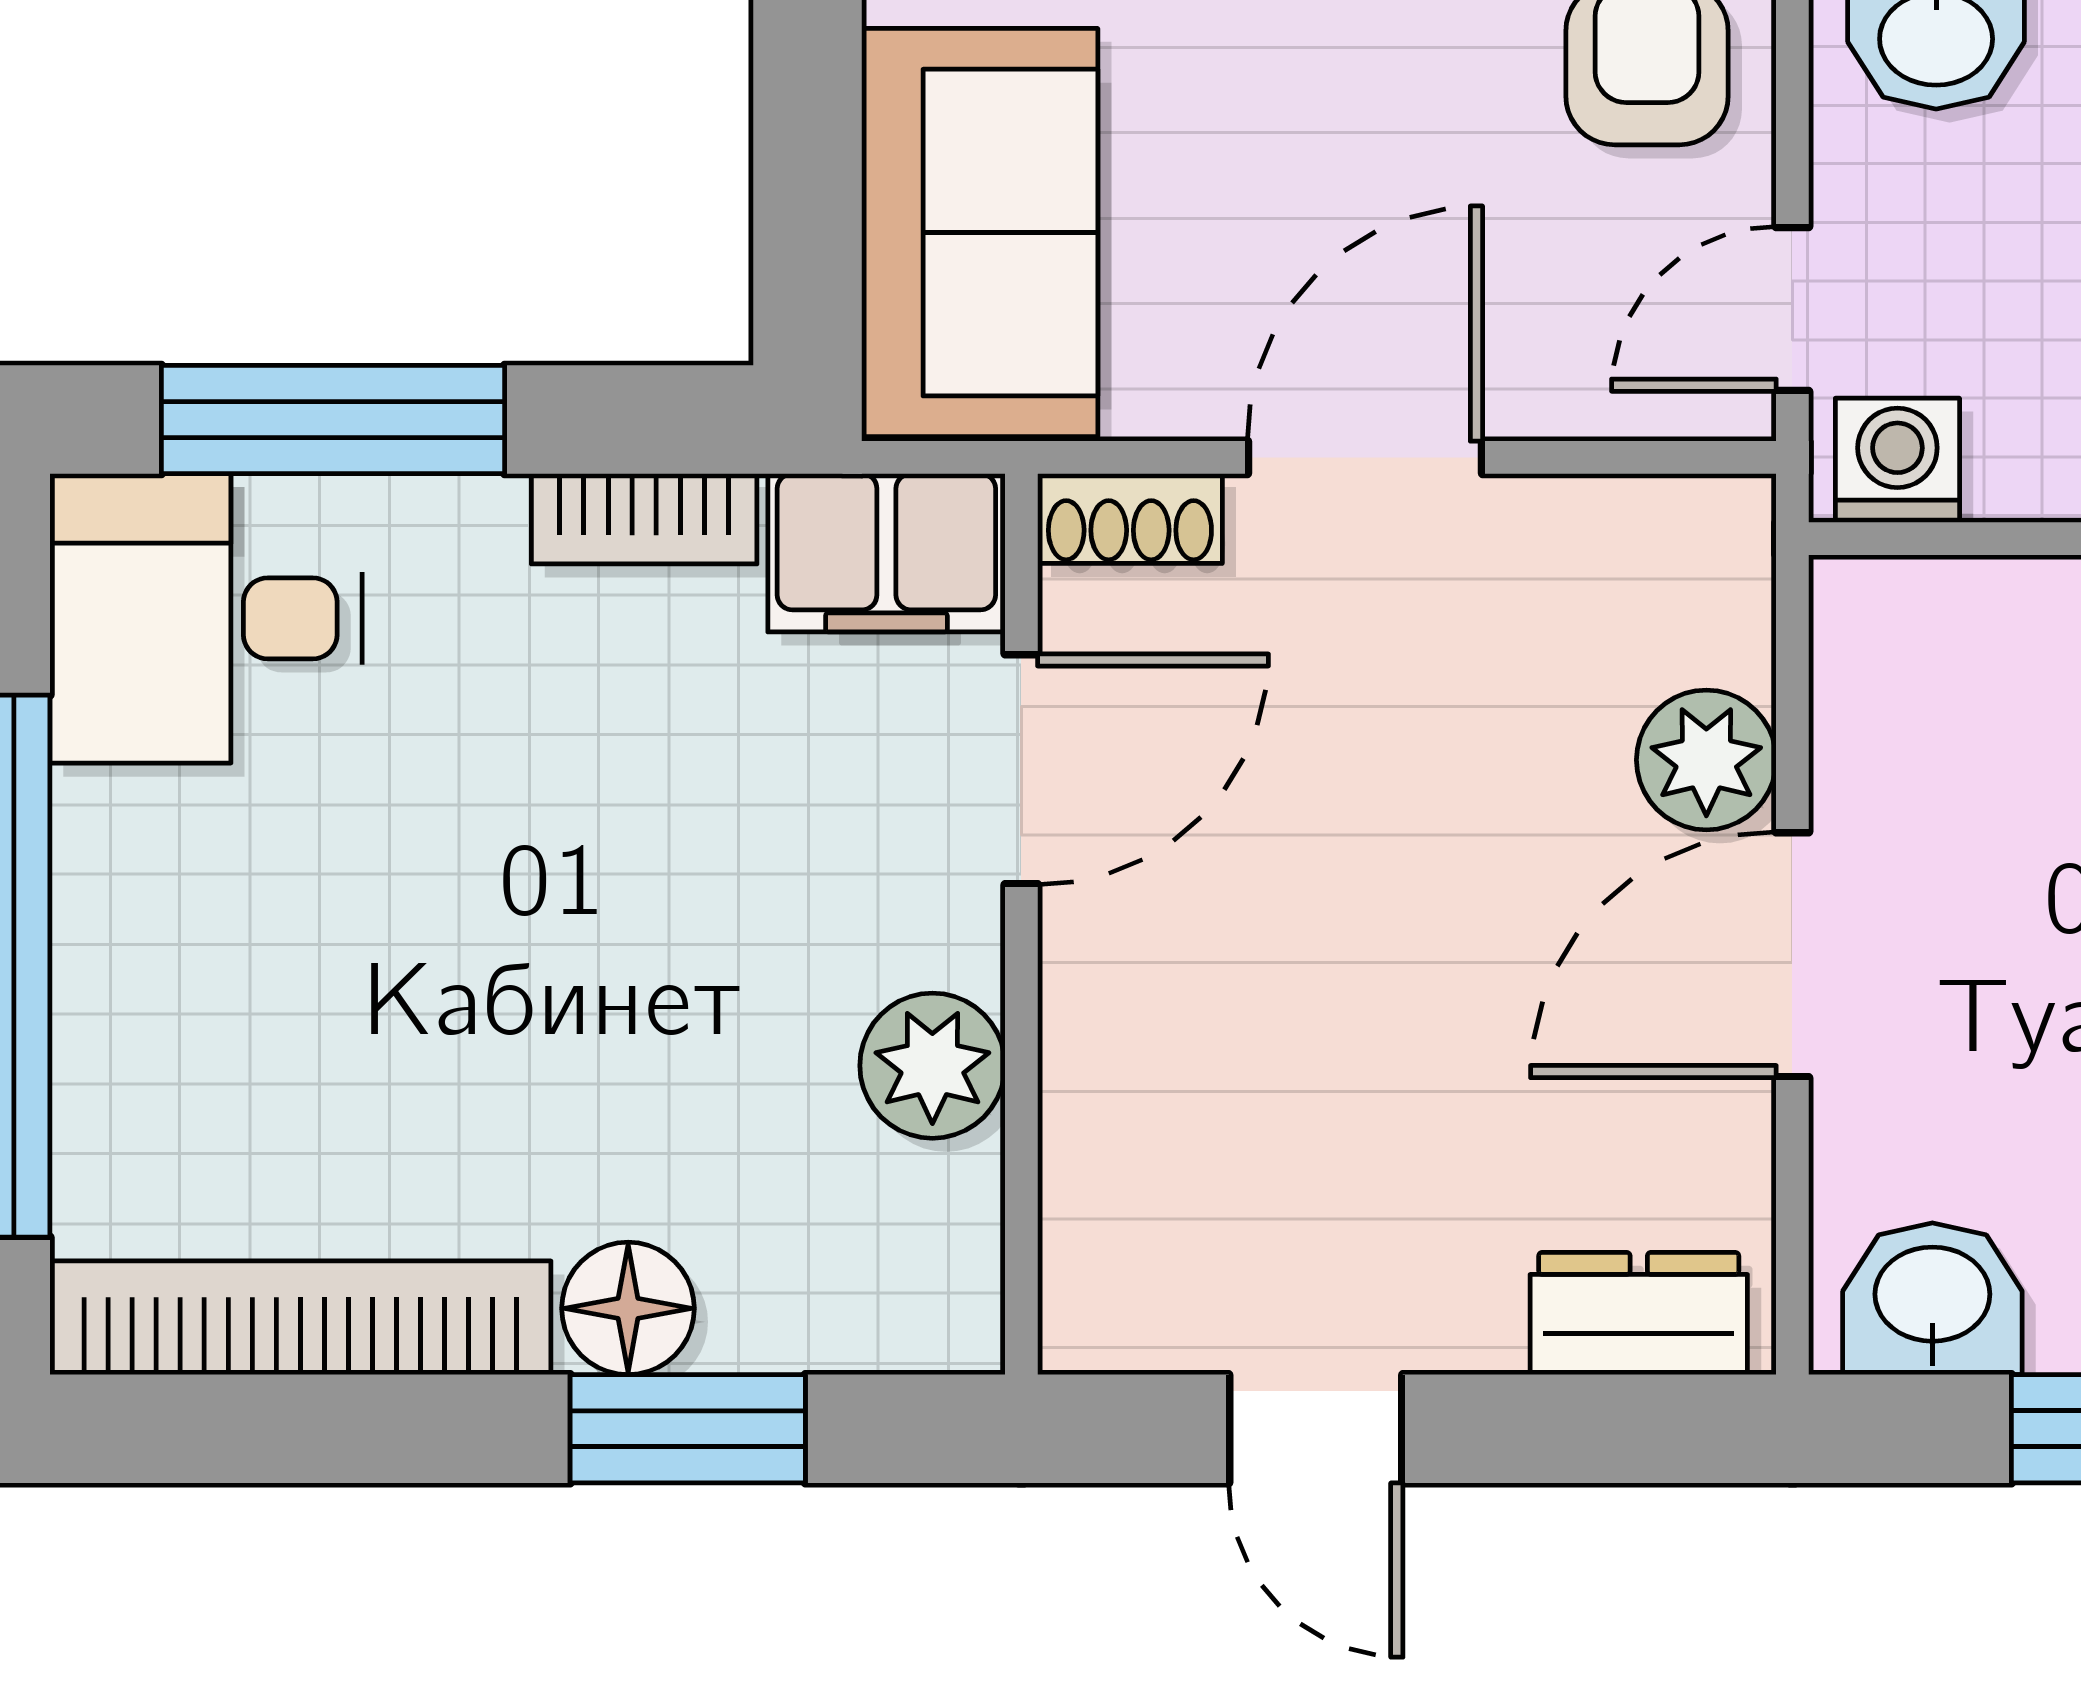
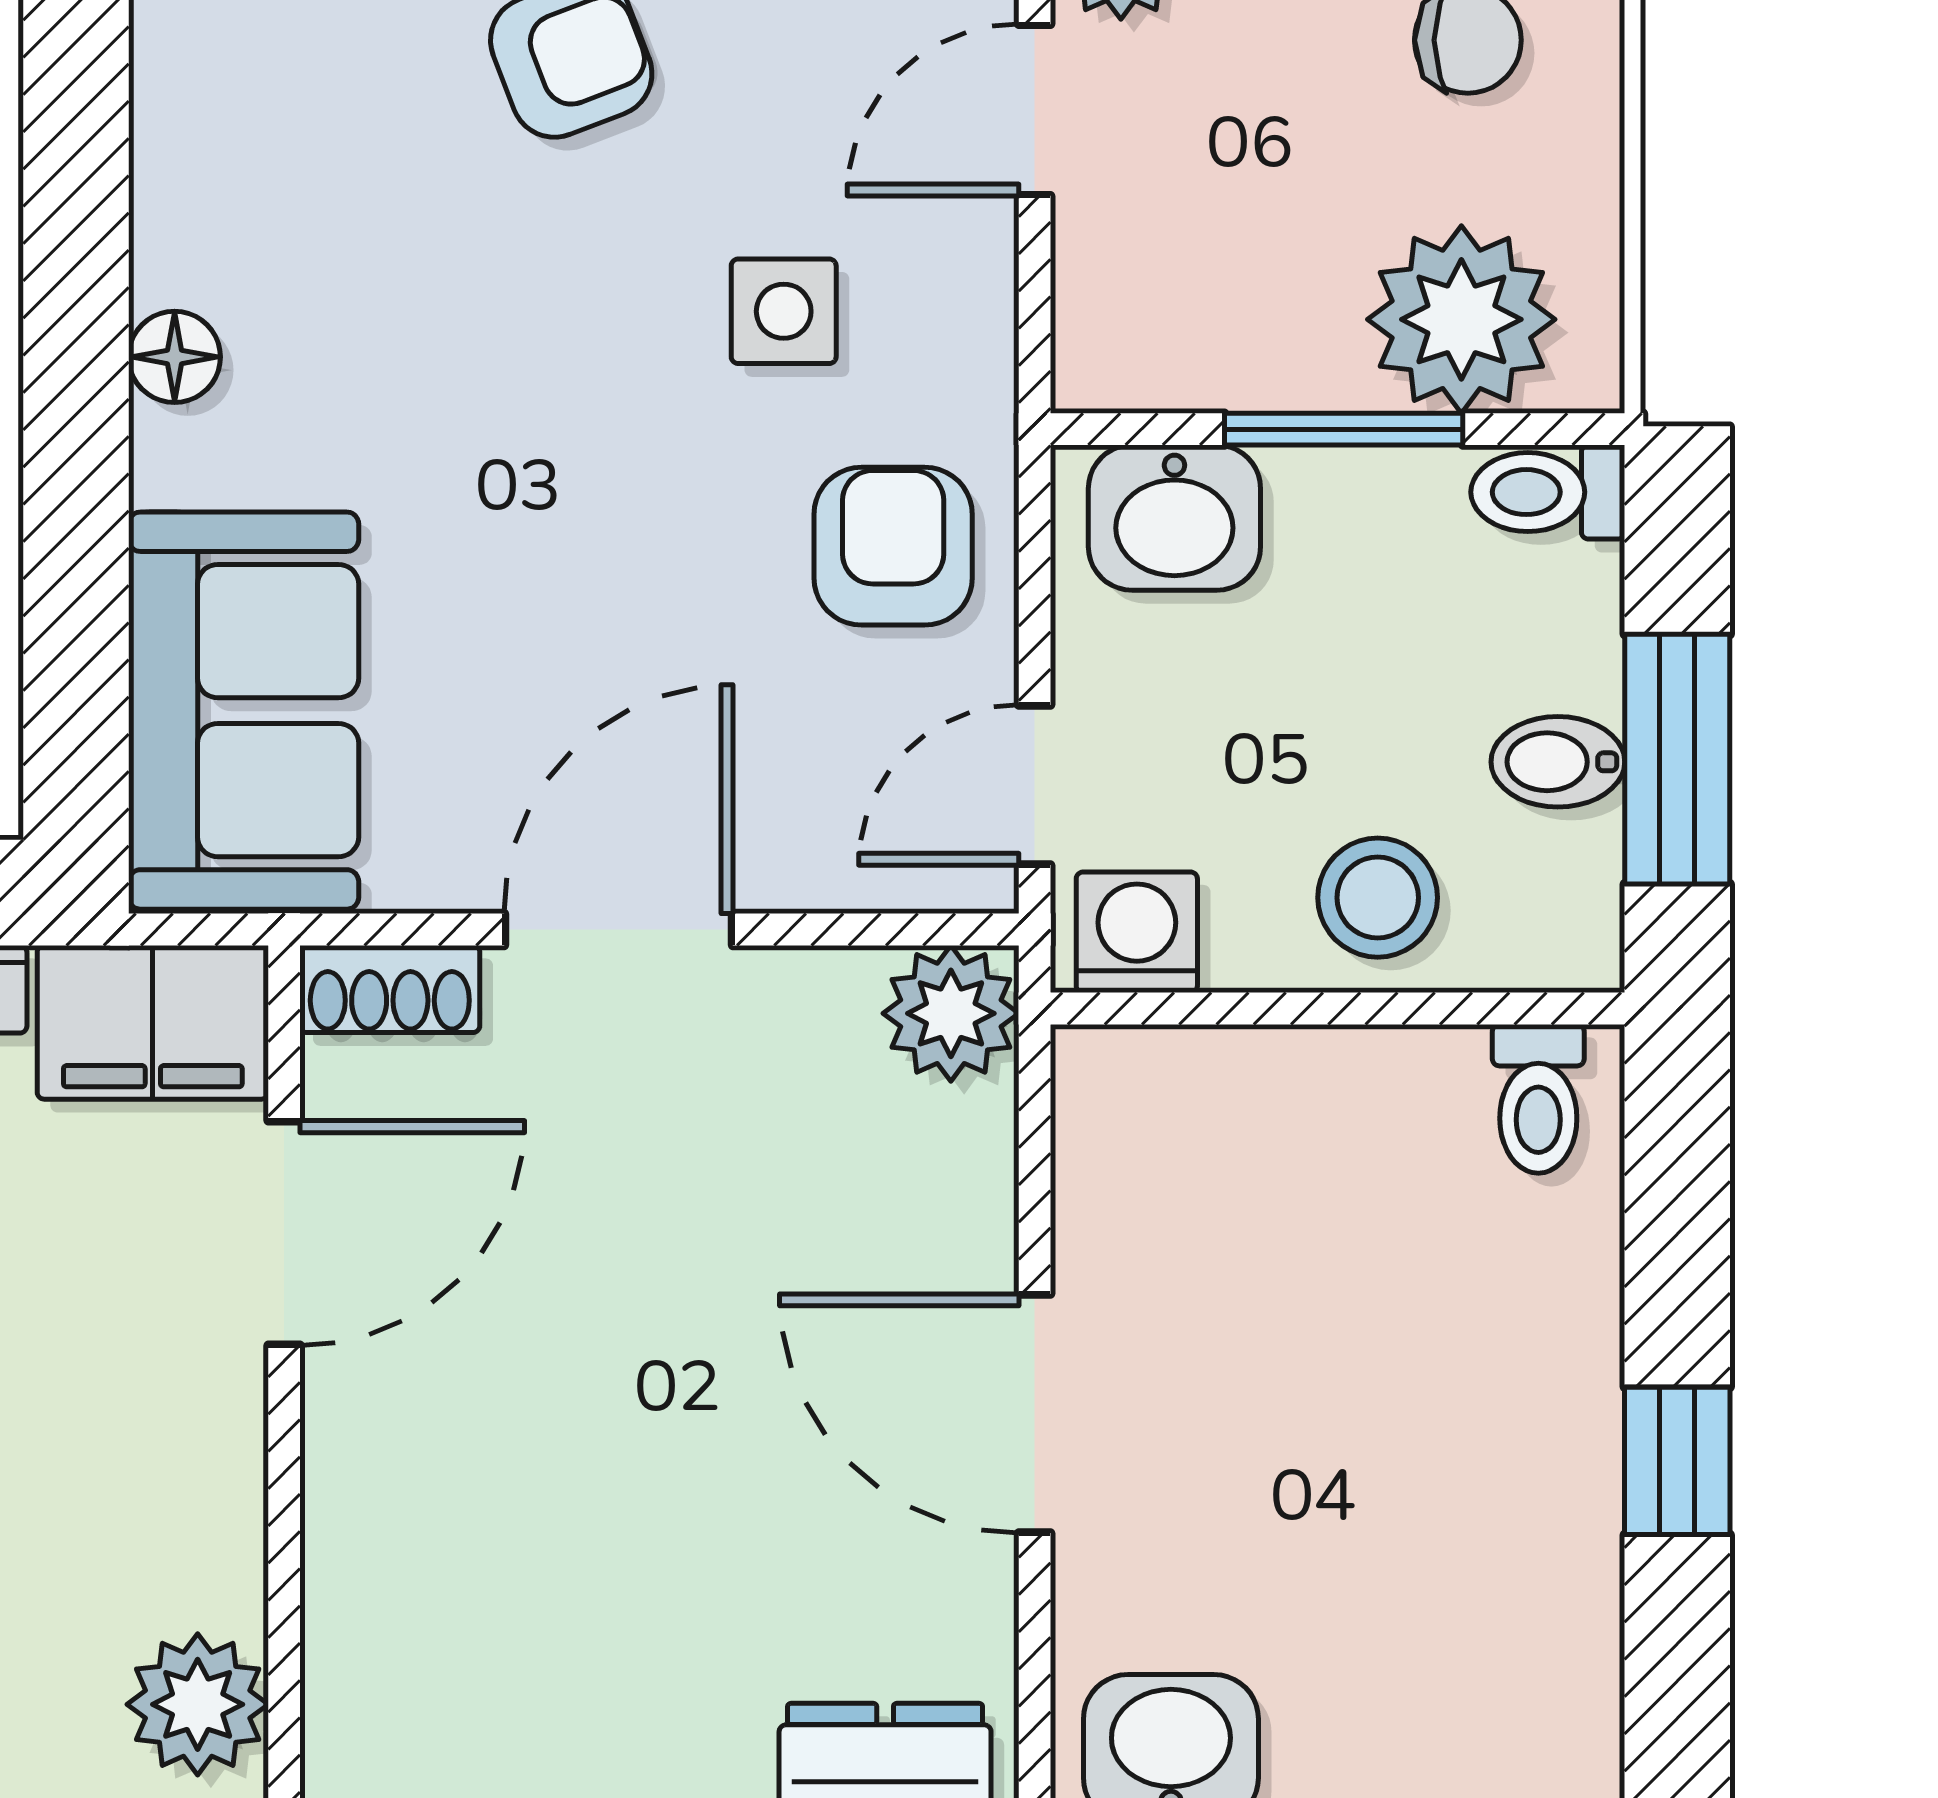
plant: (1706, 760) -> (951, 1013), moved
door: (1792, 955) -> (1035, 1414), hinge flipped
plant: (932, 1066) -> (198, 1704), moved

